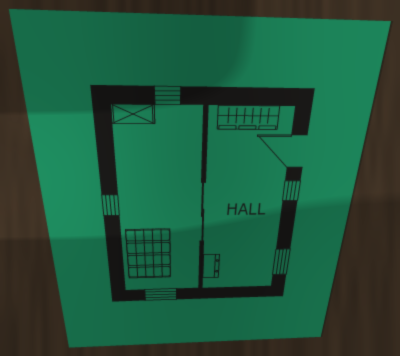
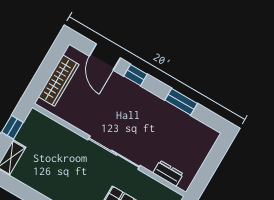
door: (297, 152) -> (105, 57), hinge flipped
window: (281, 262) -> (181, 102), moved

